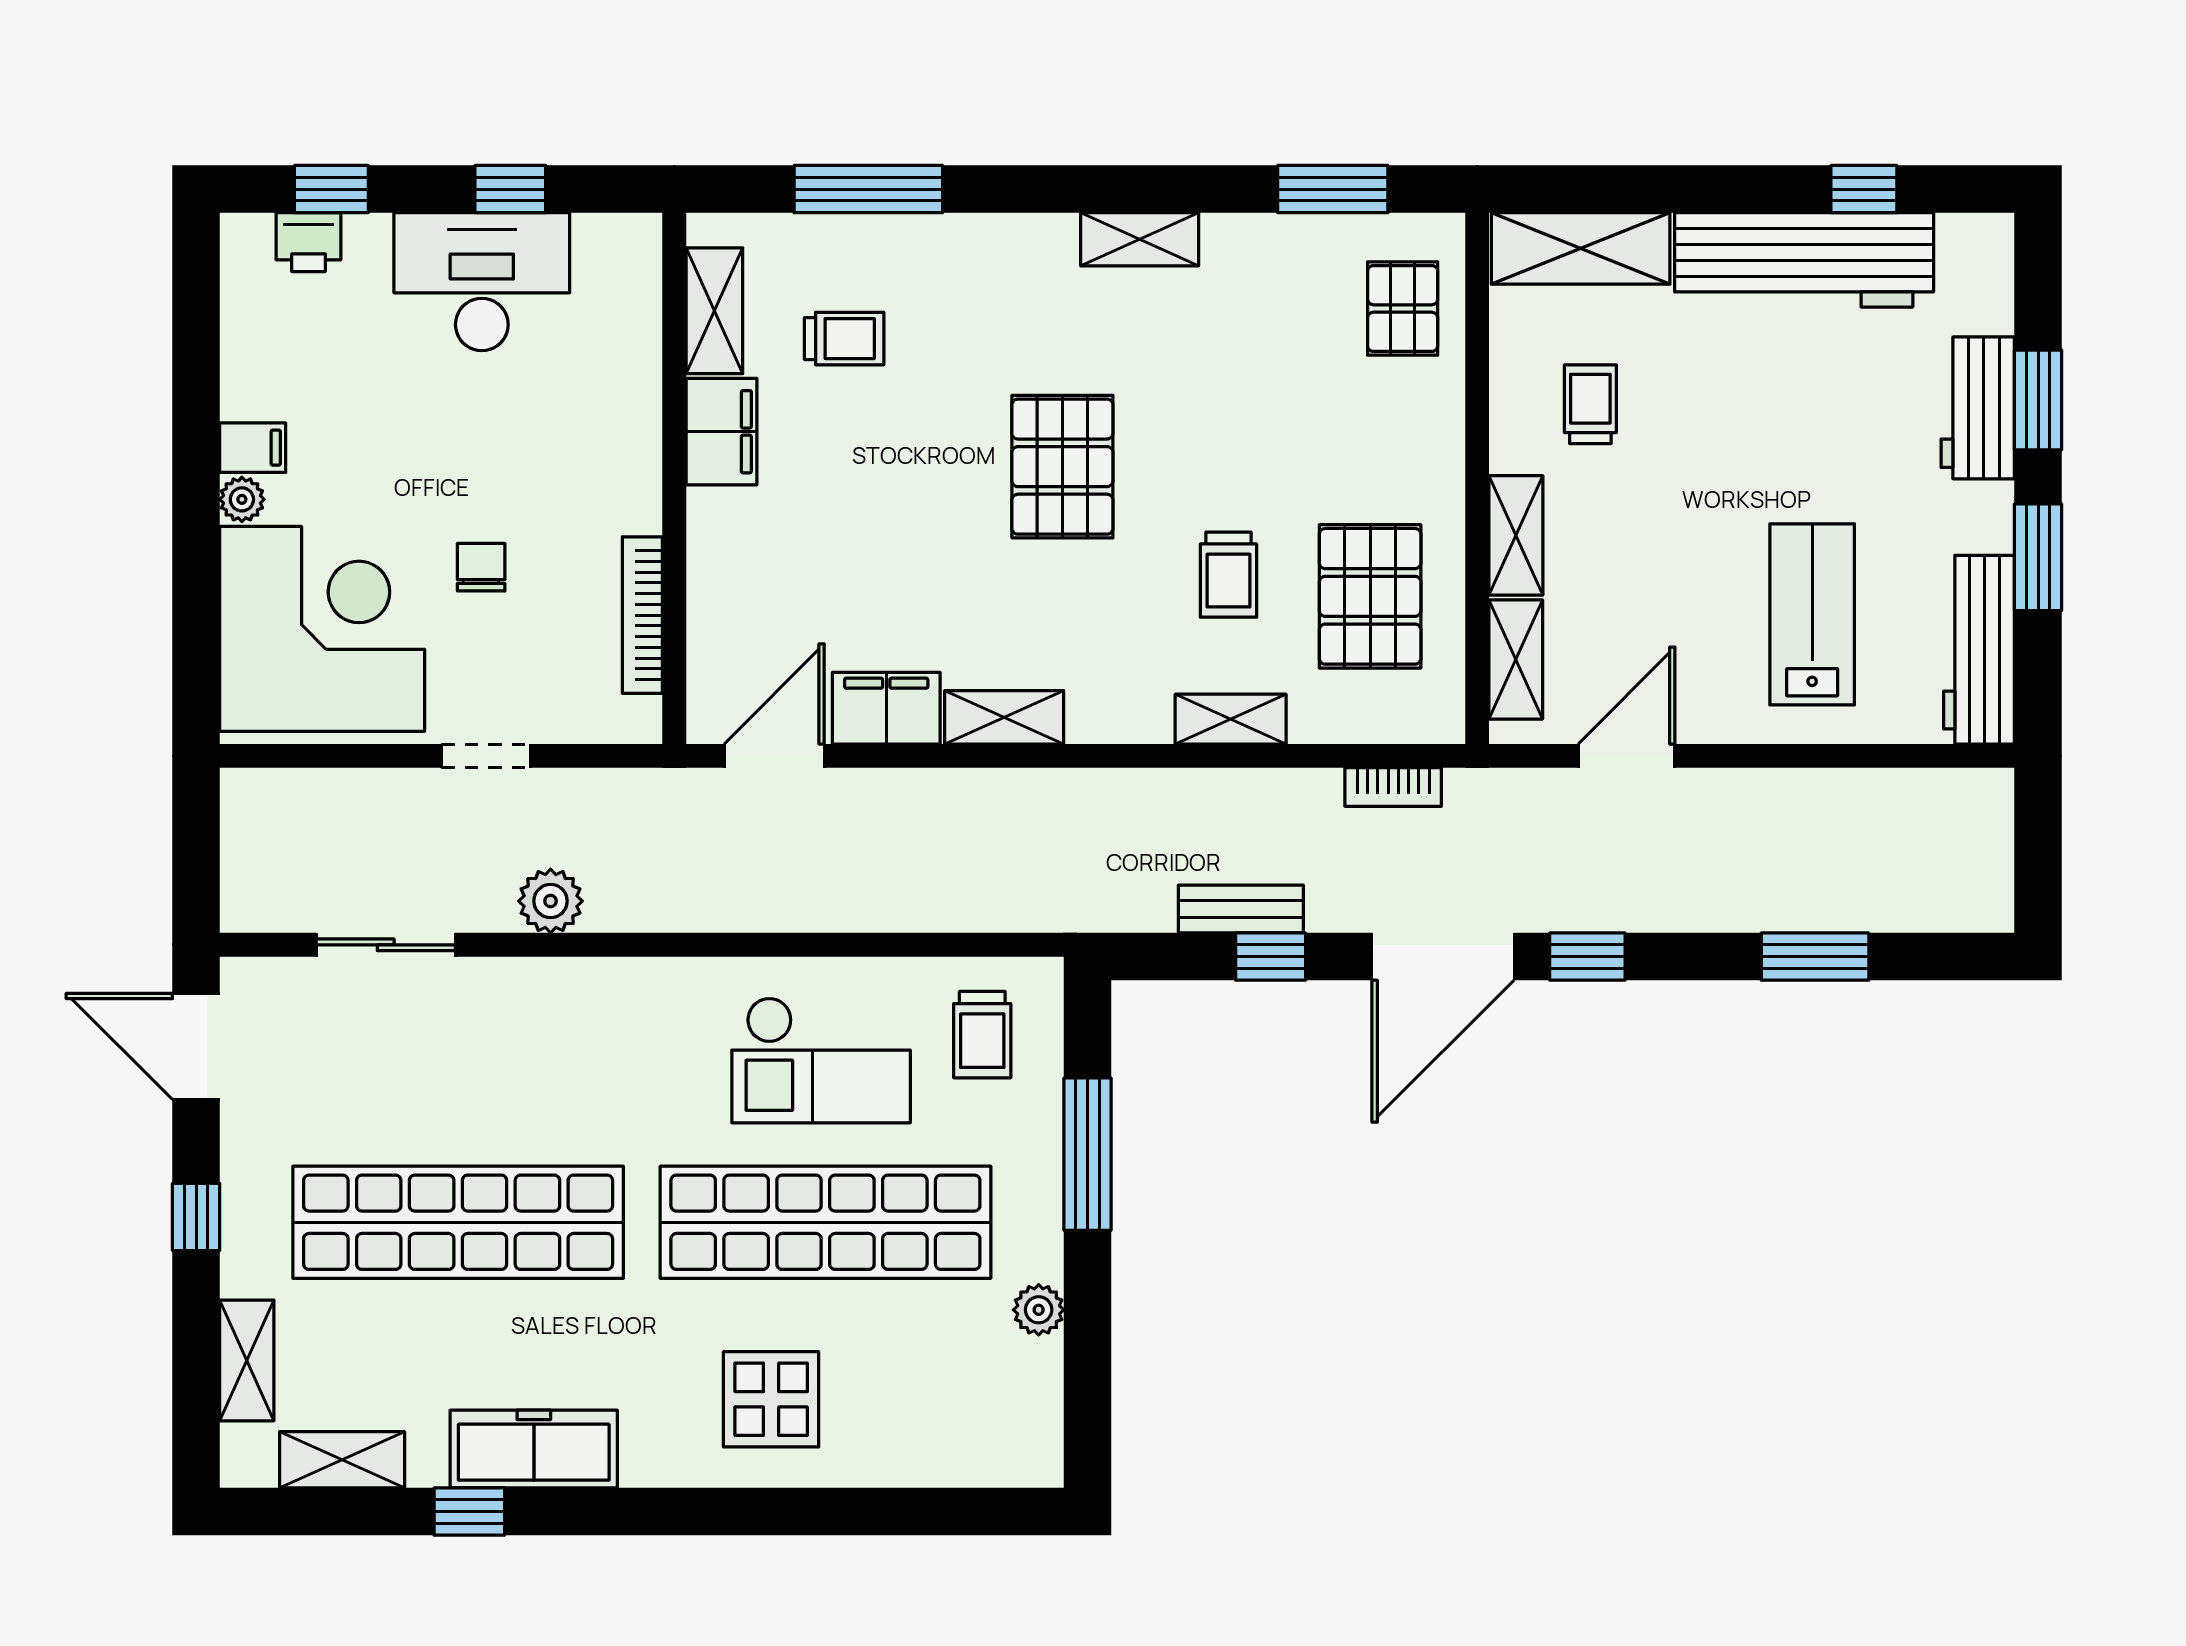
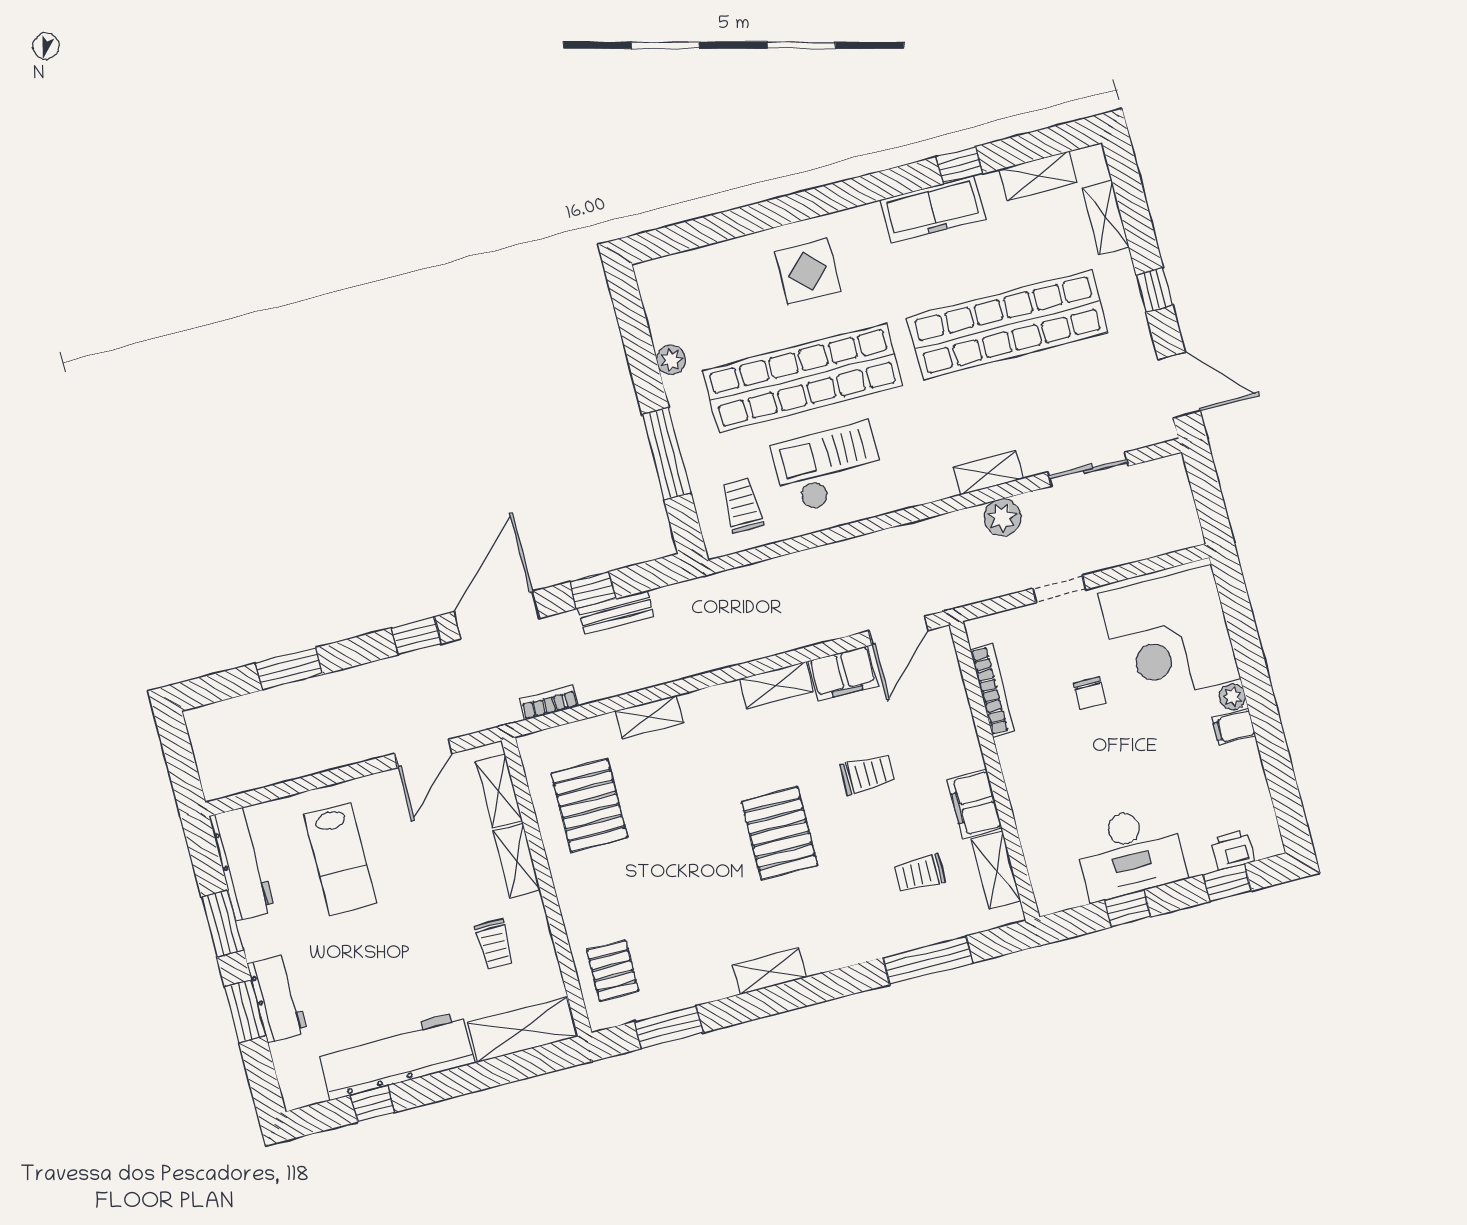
trolley: (1228, 575) -> (867, 774), moved, turned 90
shelving: (555, 982) -> (988, 473), added

